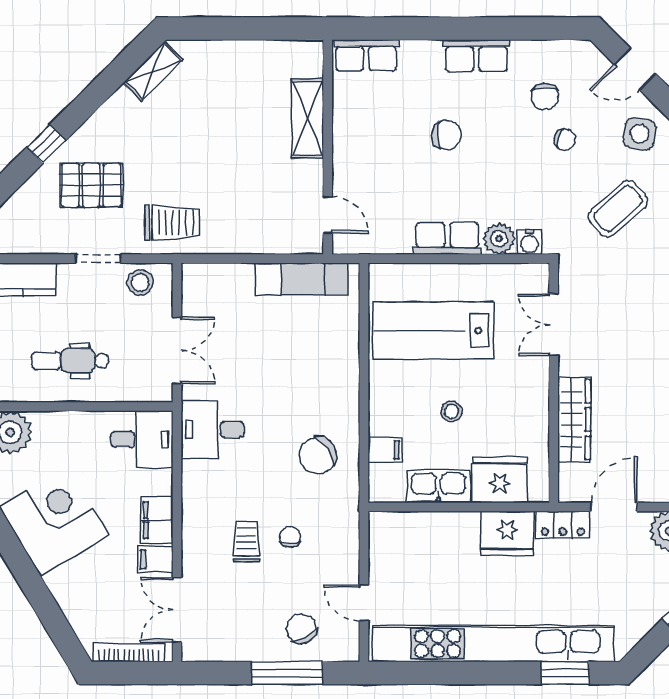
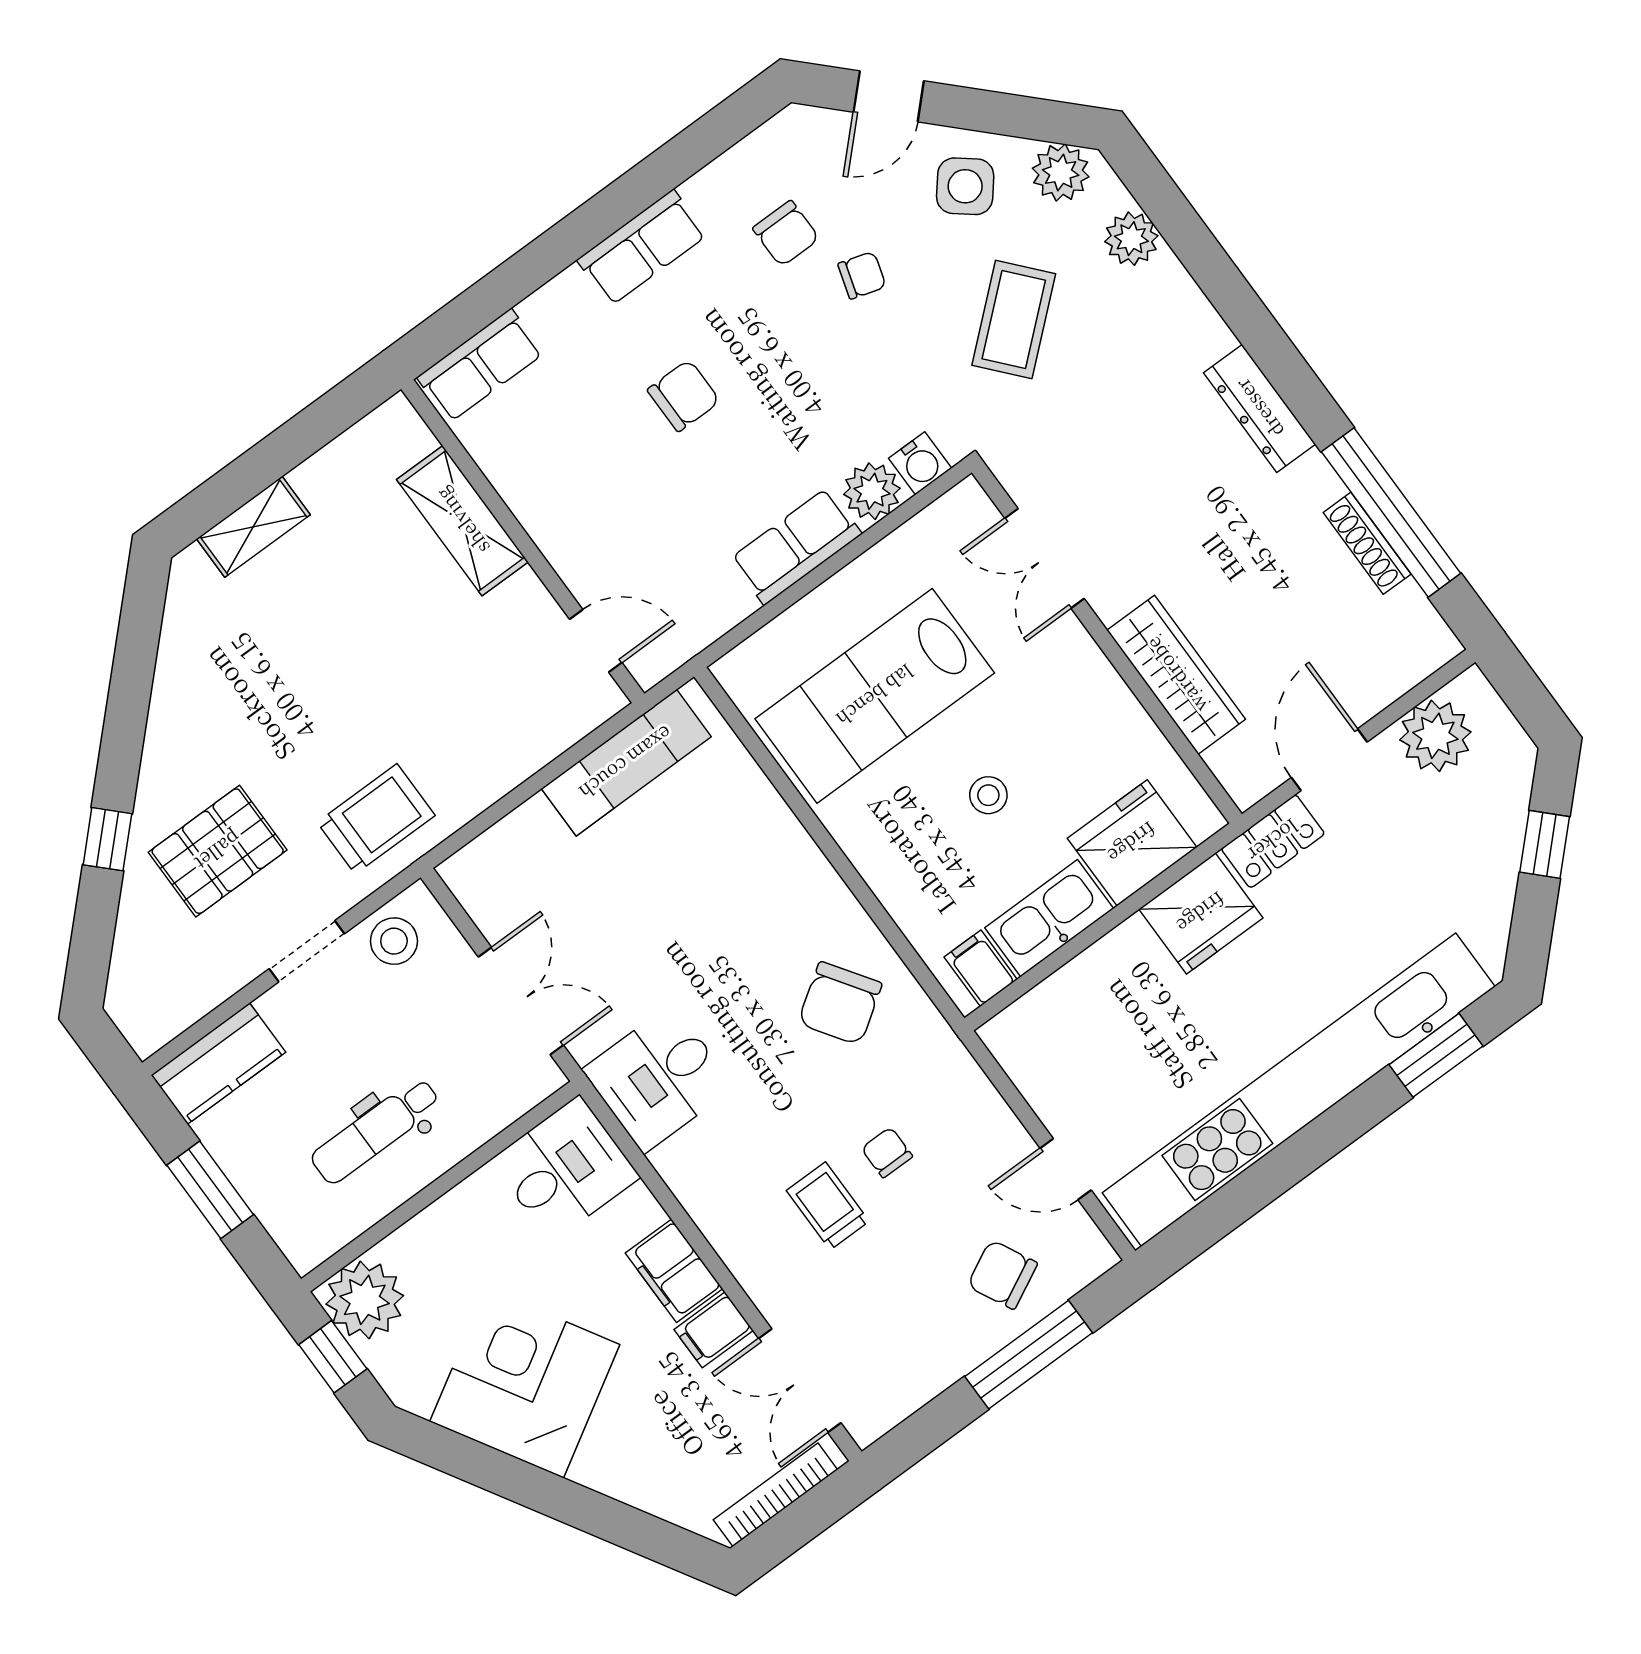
shelving: (153, 71) -> (253, 527), moved, turned 45
side table: (640, 134) -> (965, 186), turned 30
filing cabinet: (385, 450) -> (981, 968), moved, turned -90

